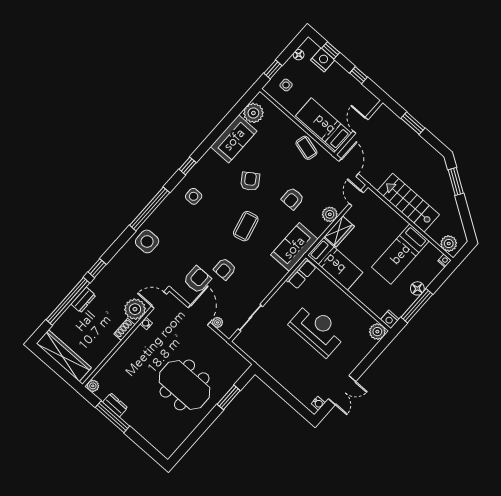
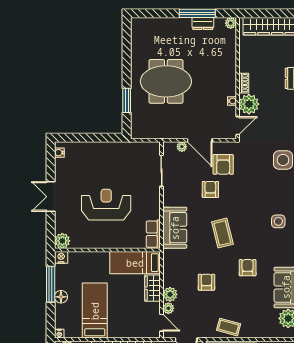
armchair: (250, 181) -> (248, 268), turned -146
plant: (341, 205) -> (168, 308), added
sofa: (294, 247) -> (175, 228), moved
reception desk: (317, 330) -> (106, 205), turned 180
double door: (342, 390) -> (51, 197), moved

